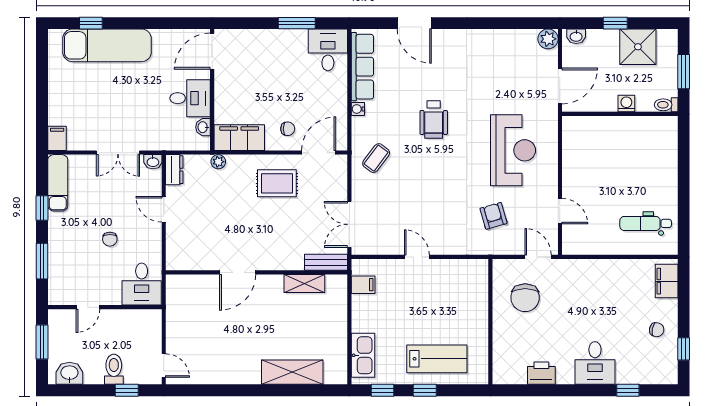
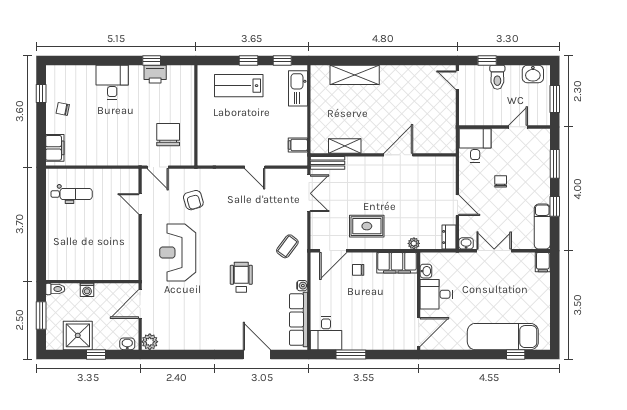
window: (628, 390) -> (152, 60), moved

